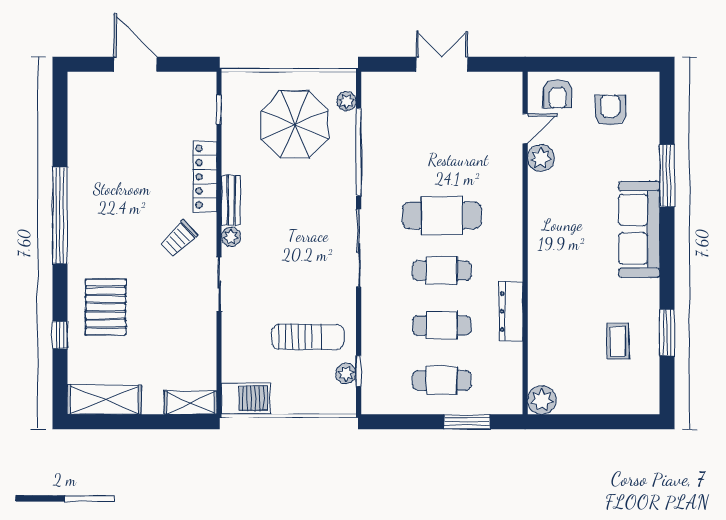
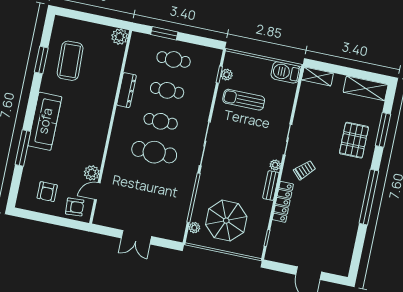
armchair: (558, 94) -> (75, 207), turned 86
window: (60, 335) -> (383, 130), width x2.17
coffee table: (618, 341) -> (70, 61), width x1.86, depth x1.72

